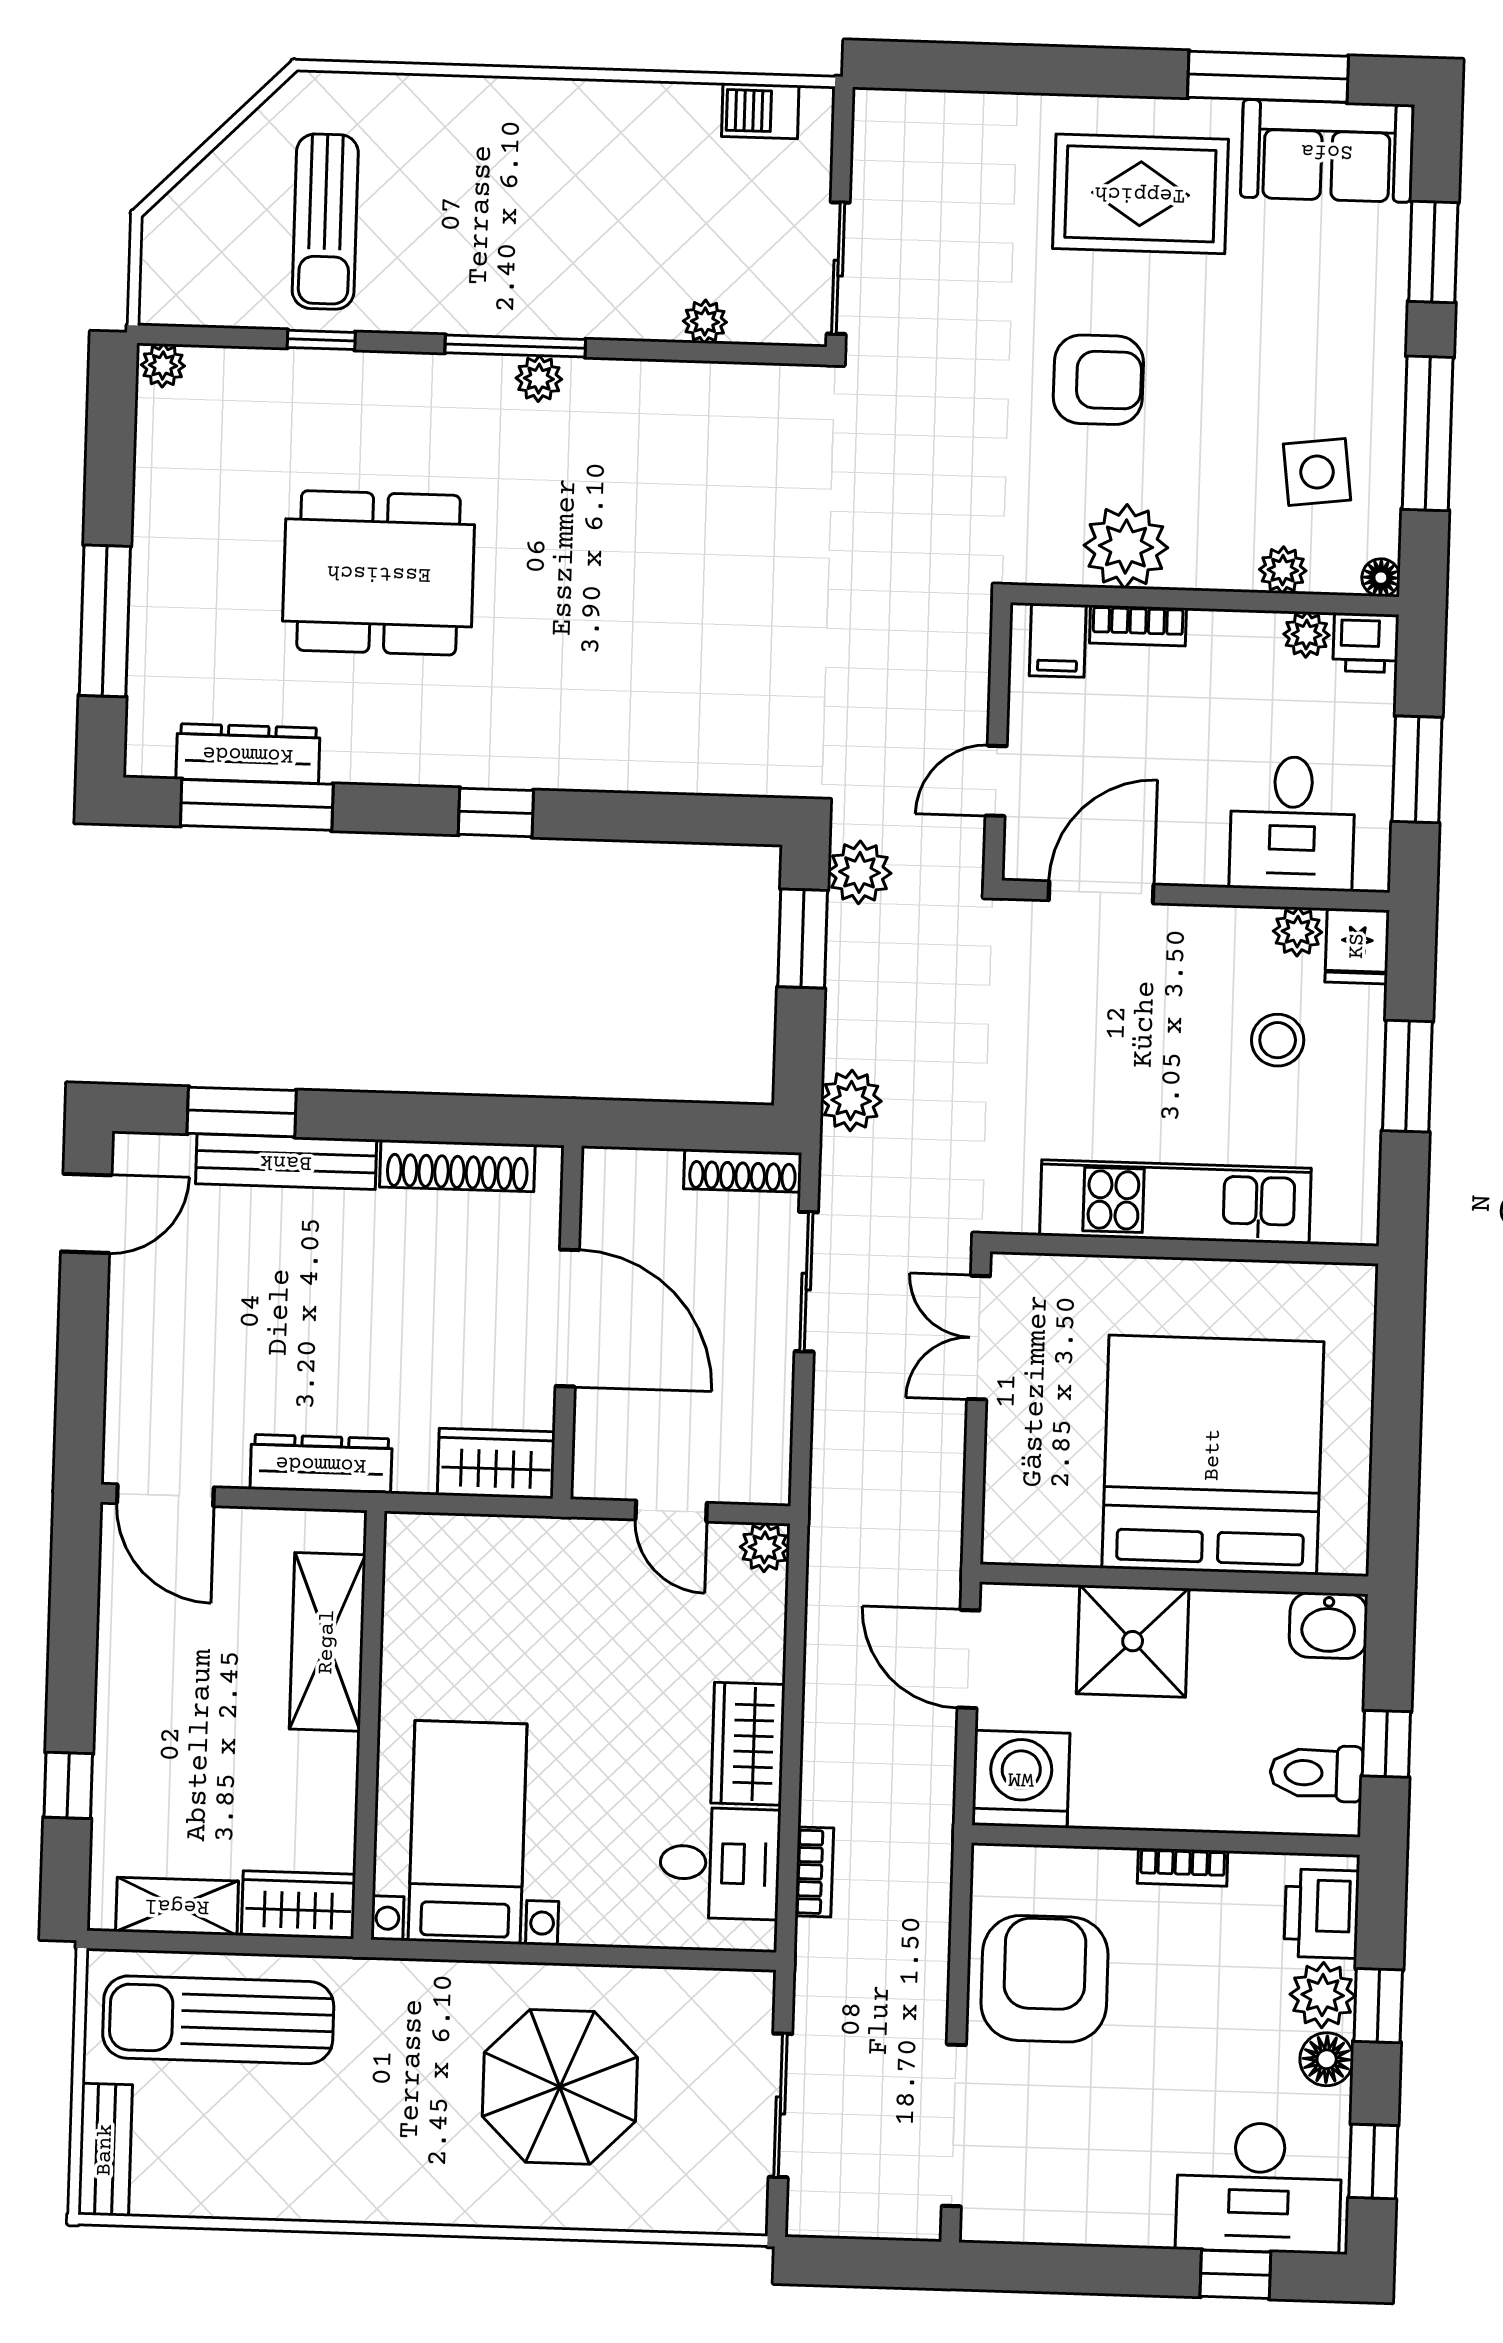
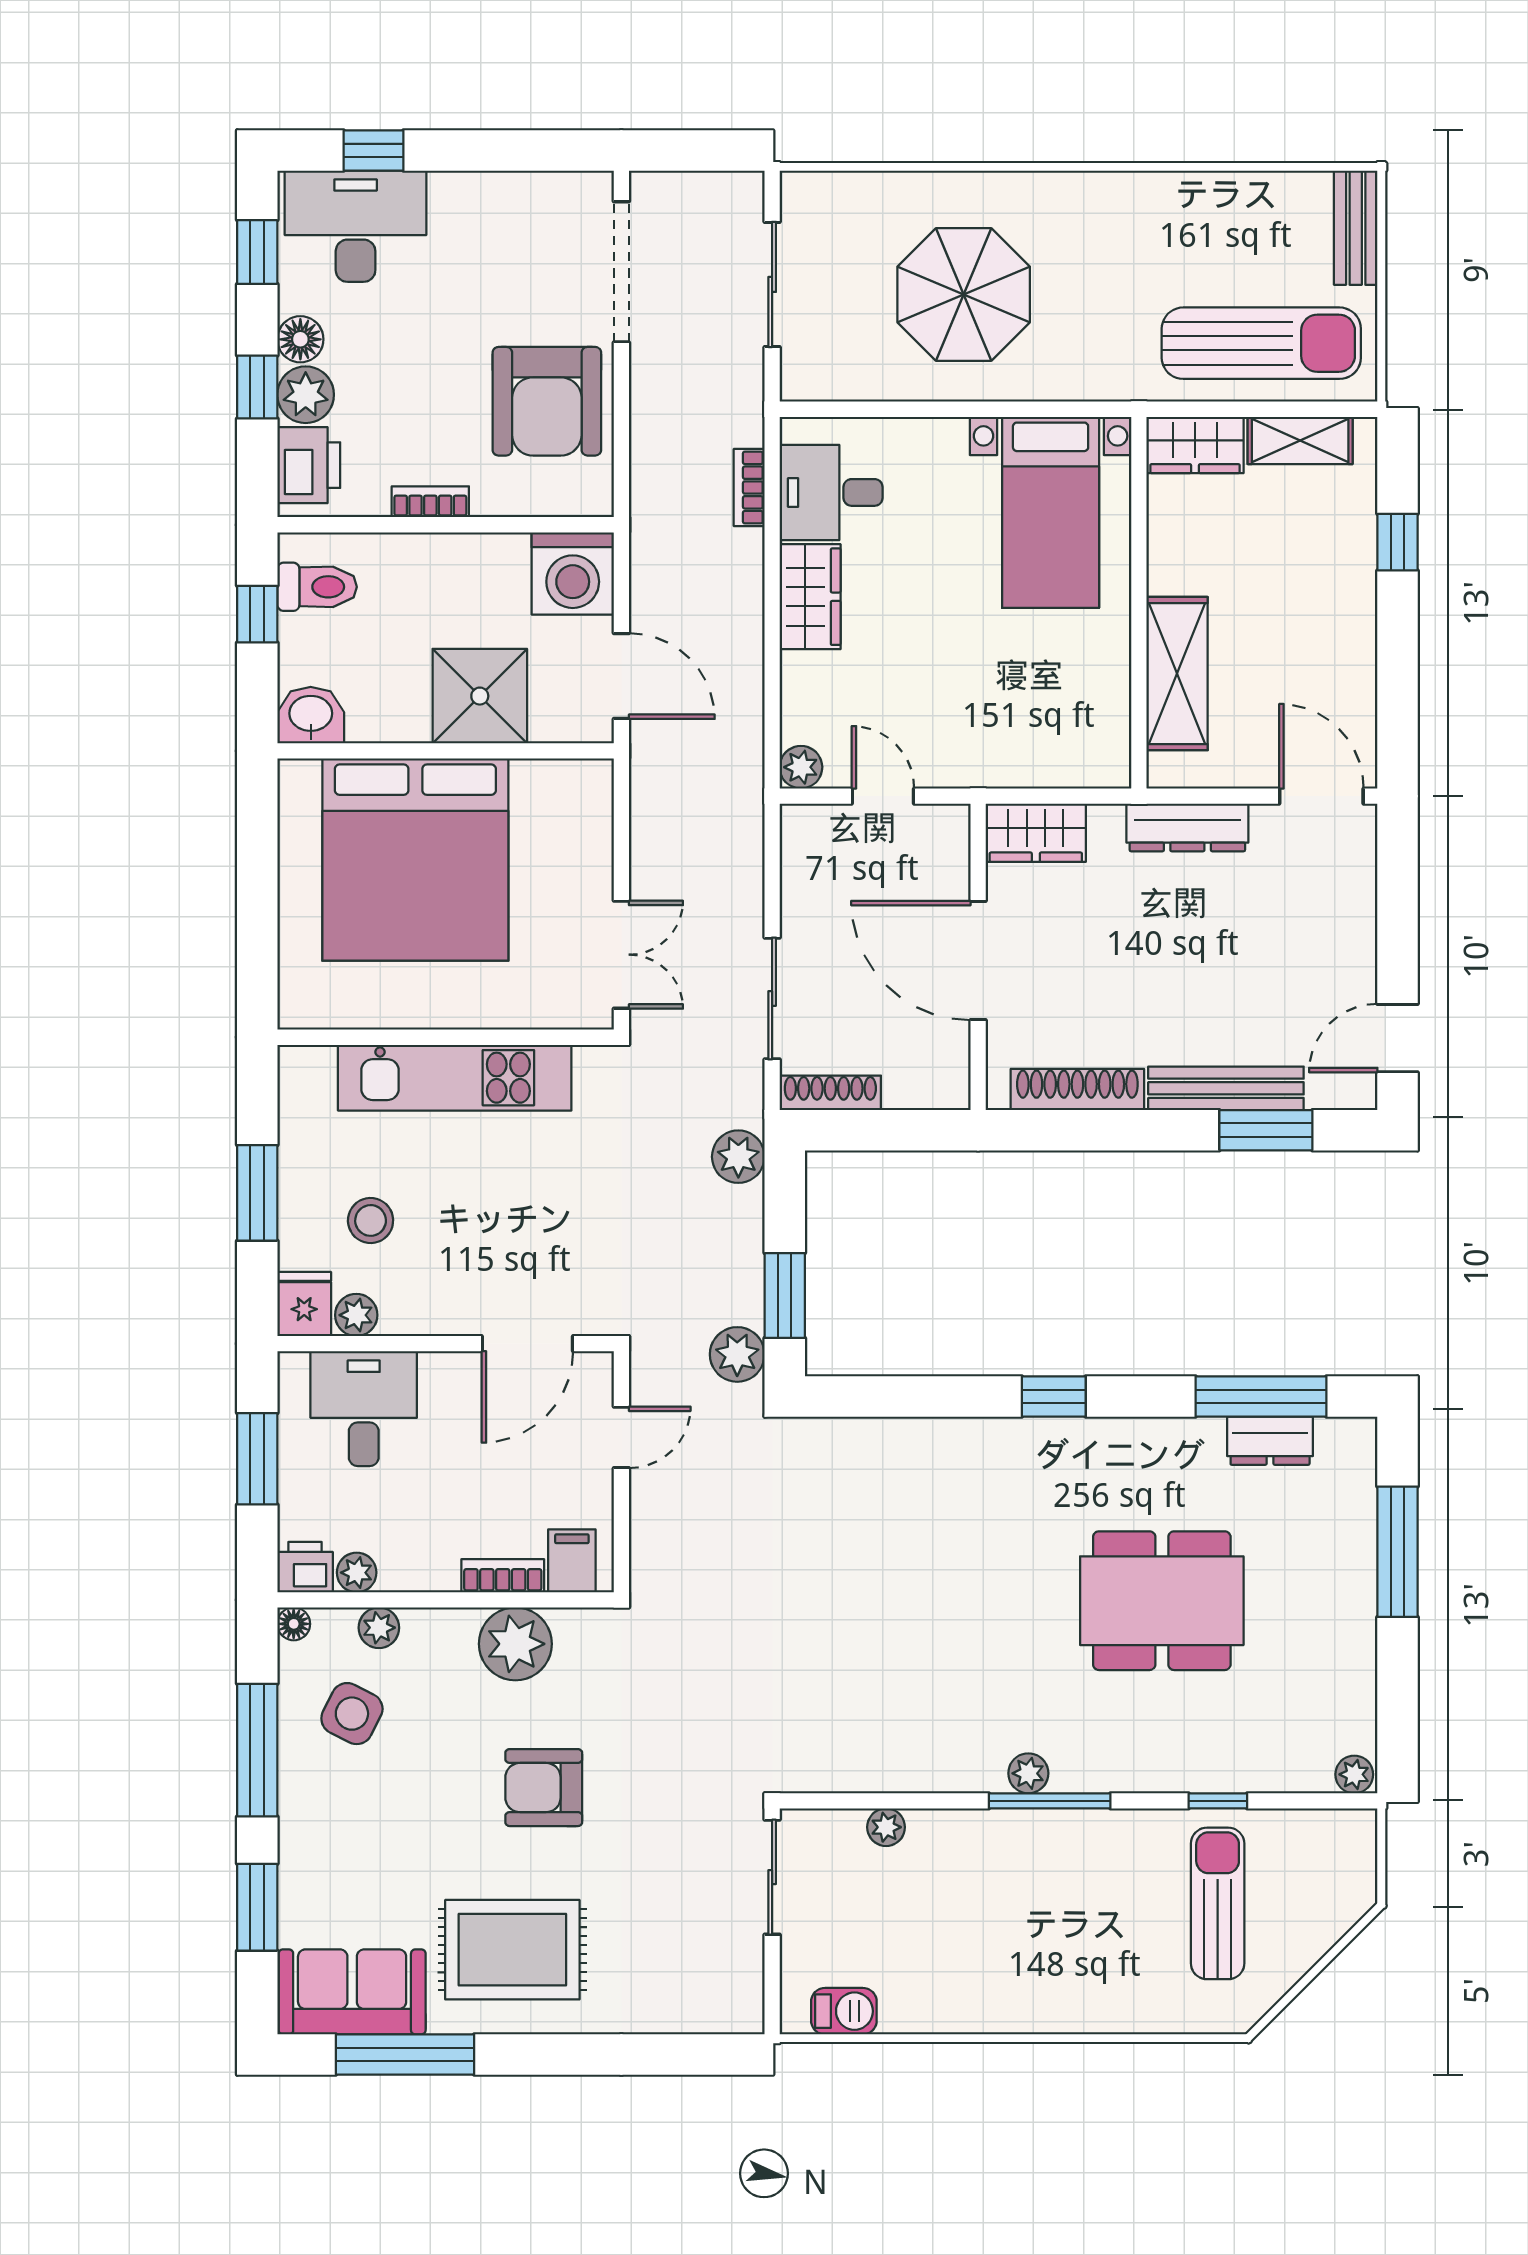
side table: (1317, 472) -> (352, 1714), turned 34
dresser: (248, 754) -> (1270, 1441), width x0.70

